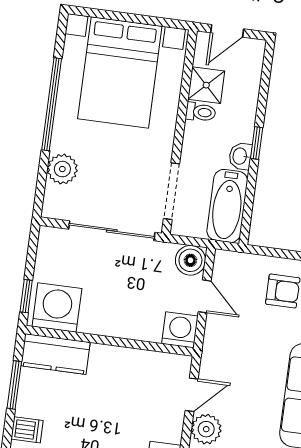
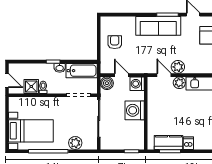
bed with nightstands: (120, 72) -> (31, 131), width x0.73
door: (205, 296) -> (121, 75), hinge flipped
washing machine: (57, 308) -> (135, 110), moved
kitchen counter: (55, 354) -> (168, 142), moved, turned -90
plant: (169, 428) -> (179, 83), added

